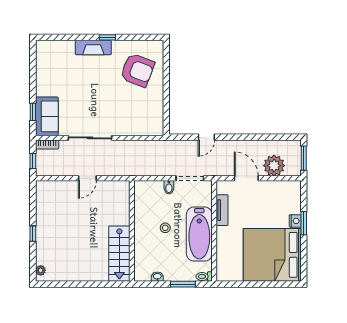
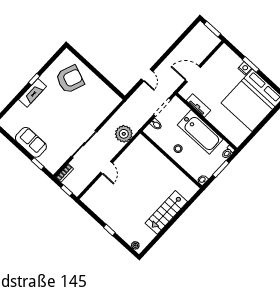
sofa: (47, 116) -> (31, 142), moved
plant: (274, 166) -> (124, 134), moved
wall: (132, 231) -> (171, 160), moved
stairs: (119, 254) -> (166, 212), moved, turned 90

